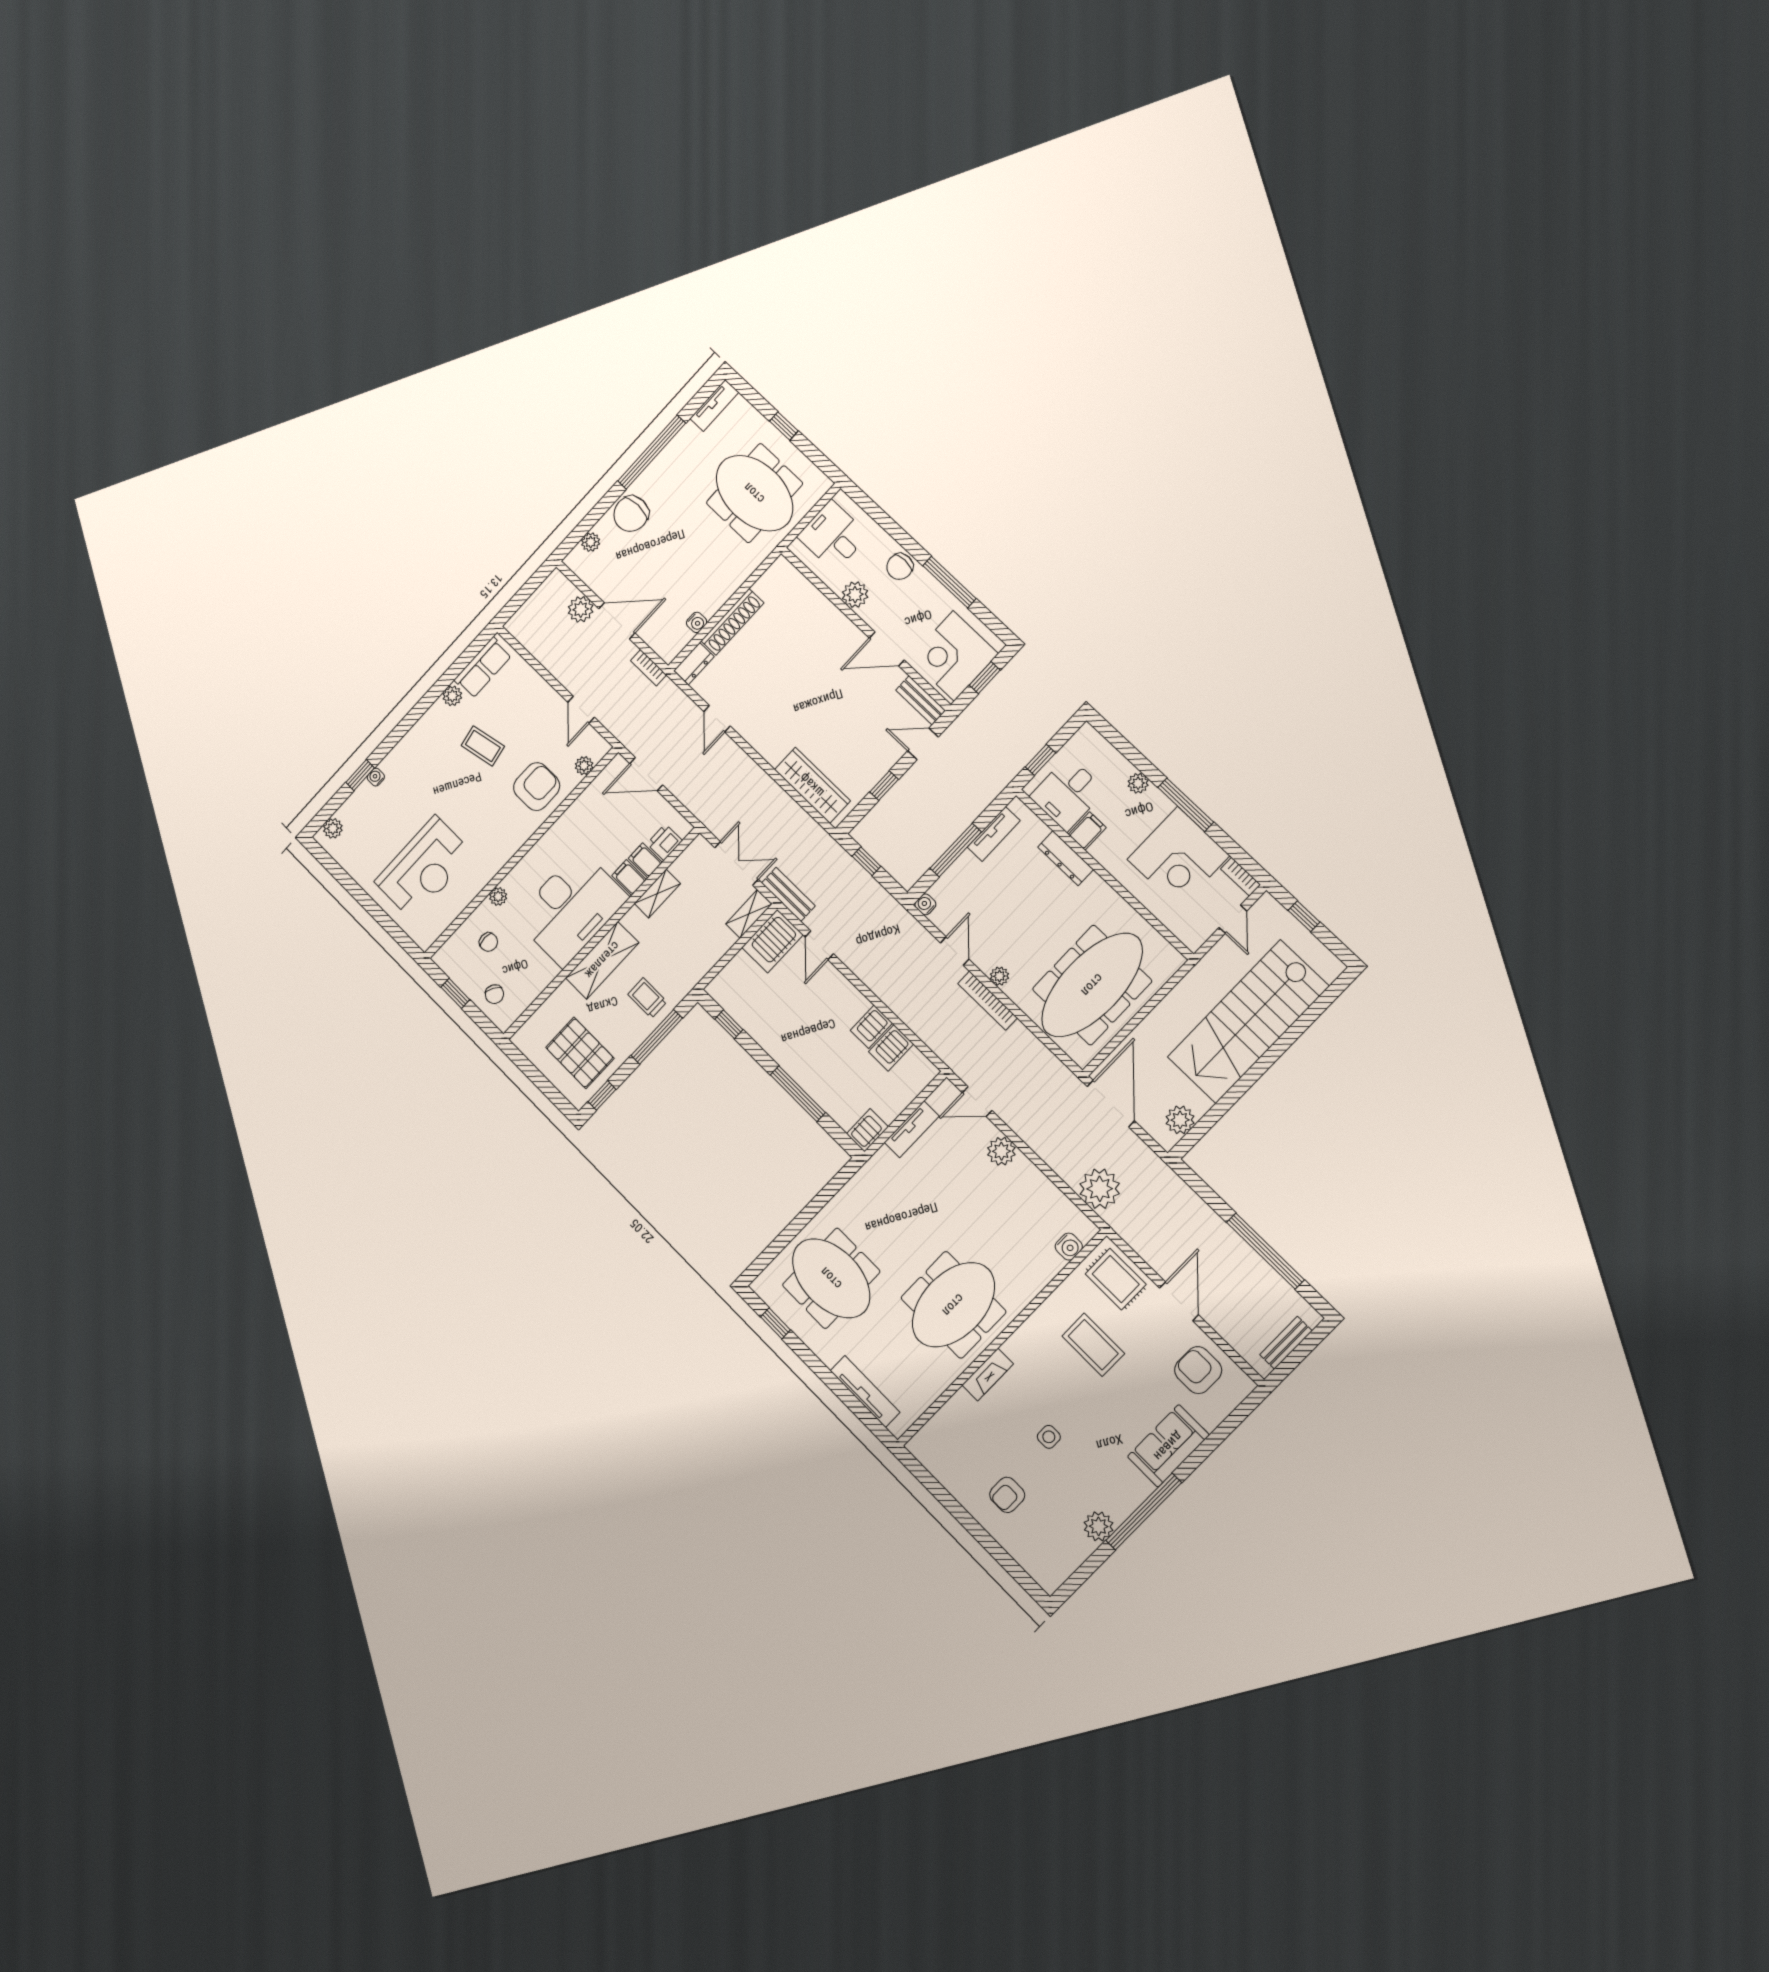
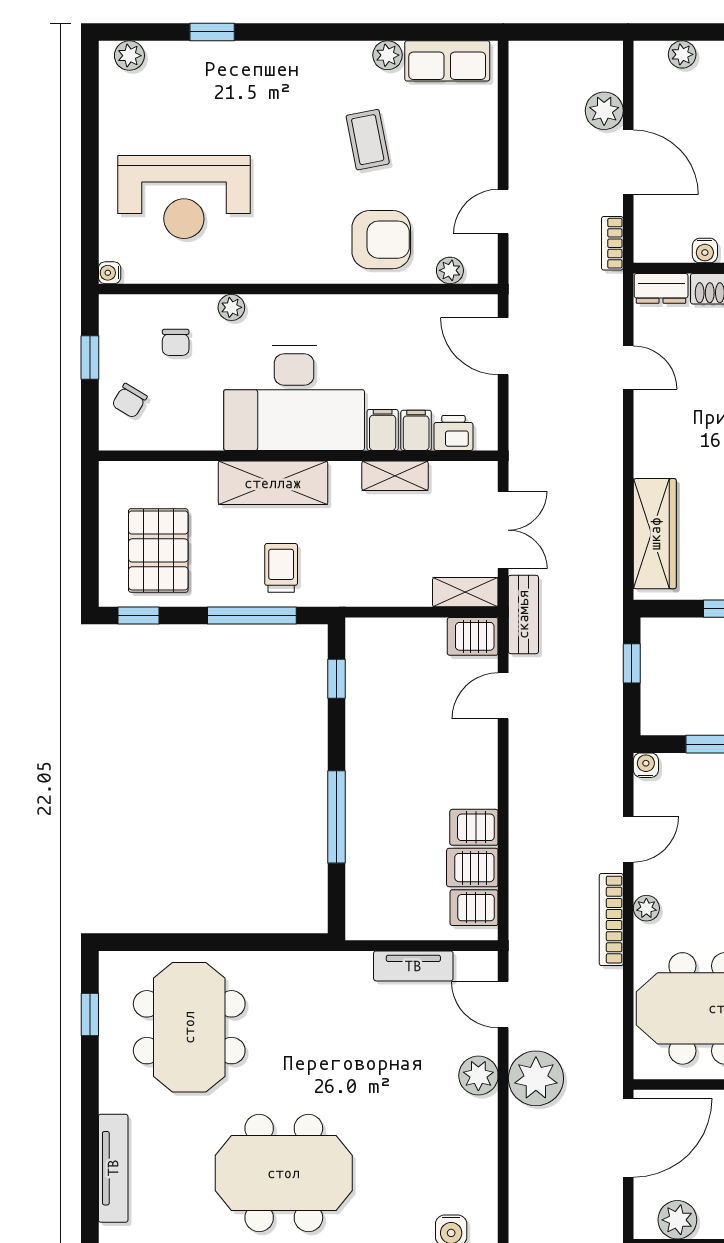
door: (717, 719) -> (628, 367), swing flipped
water cooler: (376, 777) -> (110, 273), moved, turned -90
server rack: (772, 941) -> (473, 636), width x0.73, depth x0.70
server rack: (867, 1130) -> (474, 908), moved, turned 180
plant: (1100, 1189) -> (536, 1078), moved

